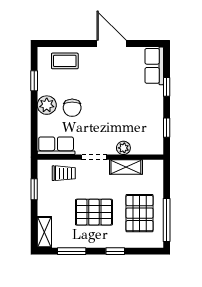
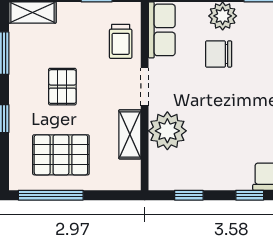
plant: (123, 148) -> (167, 131), width x1.88, depth x1.88
pallet: (94, 212) -> (62, 87), width x0.67, depth x0.71

